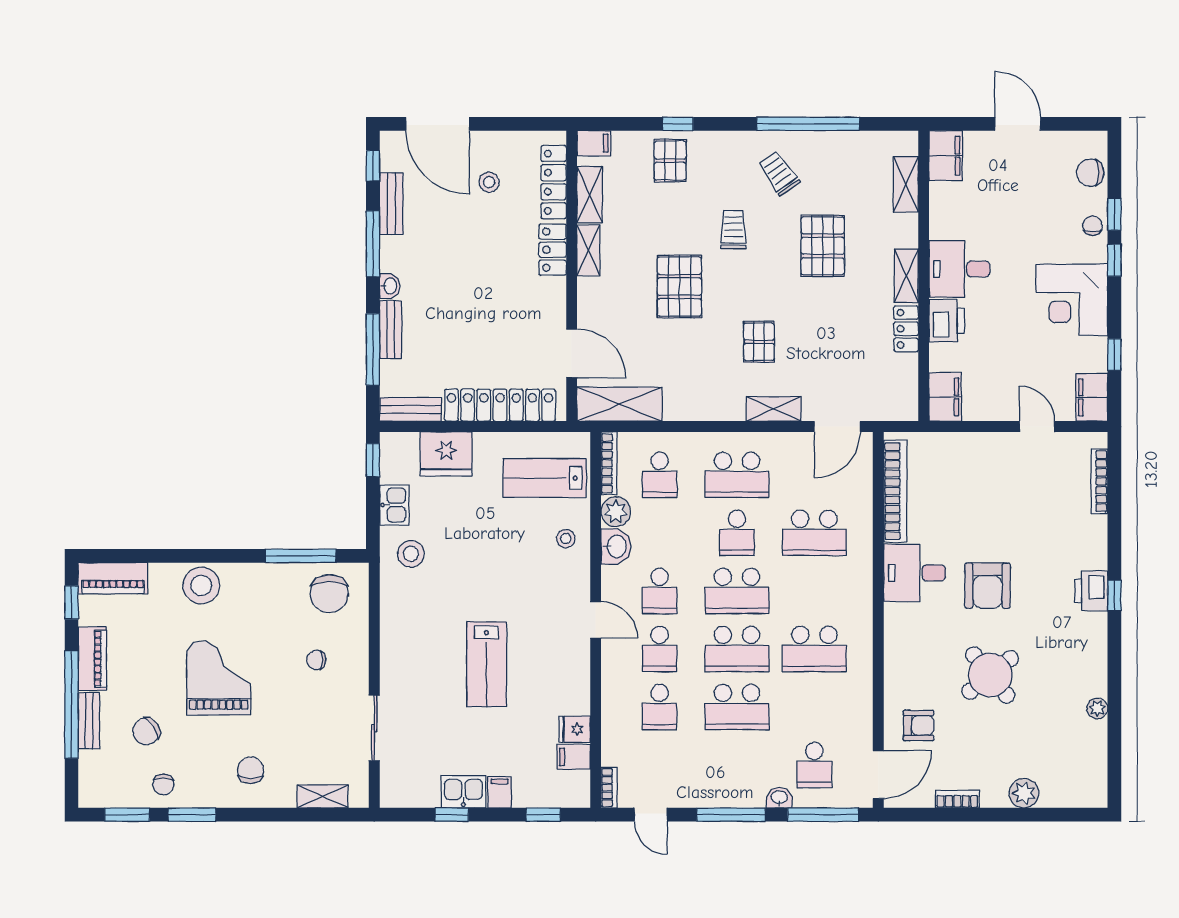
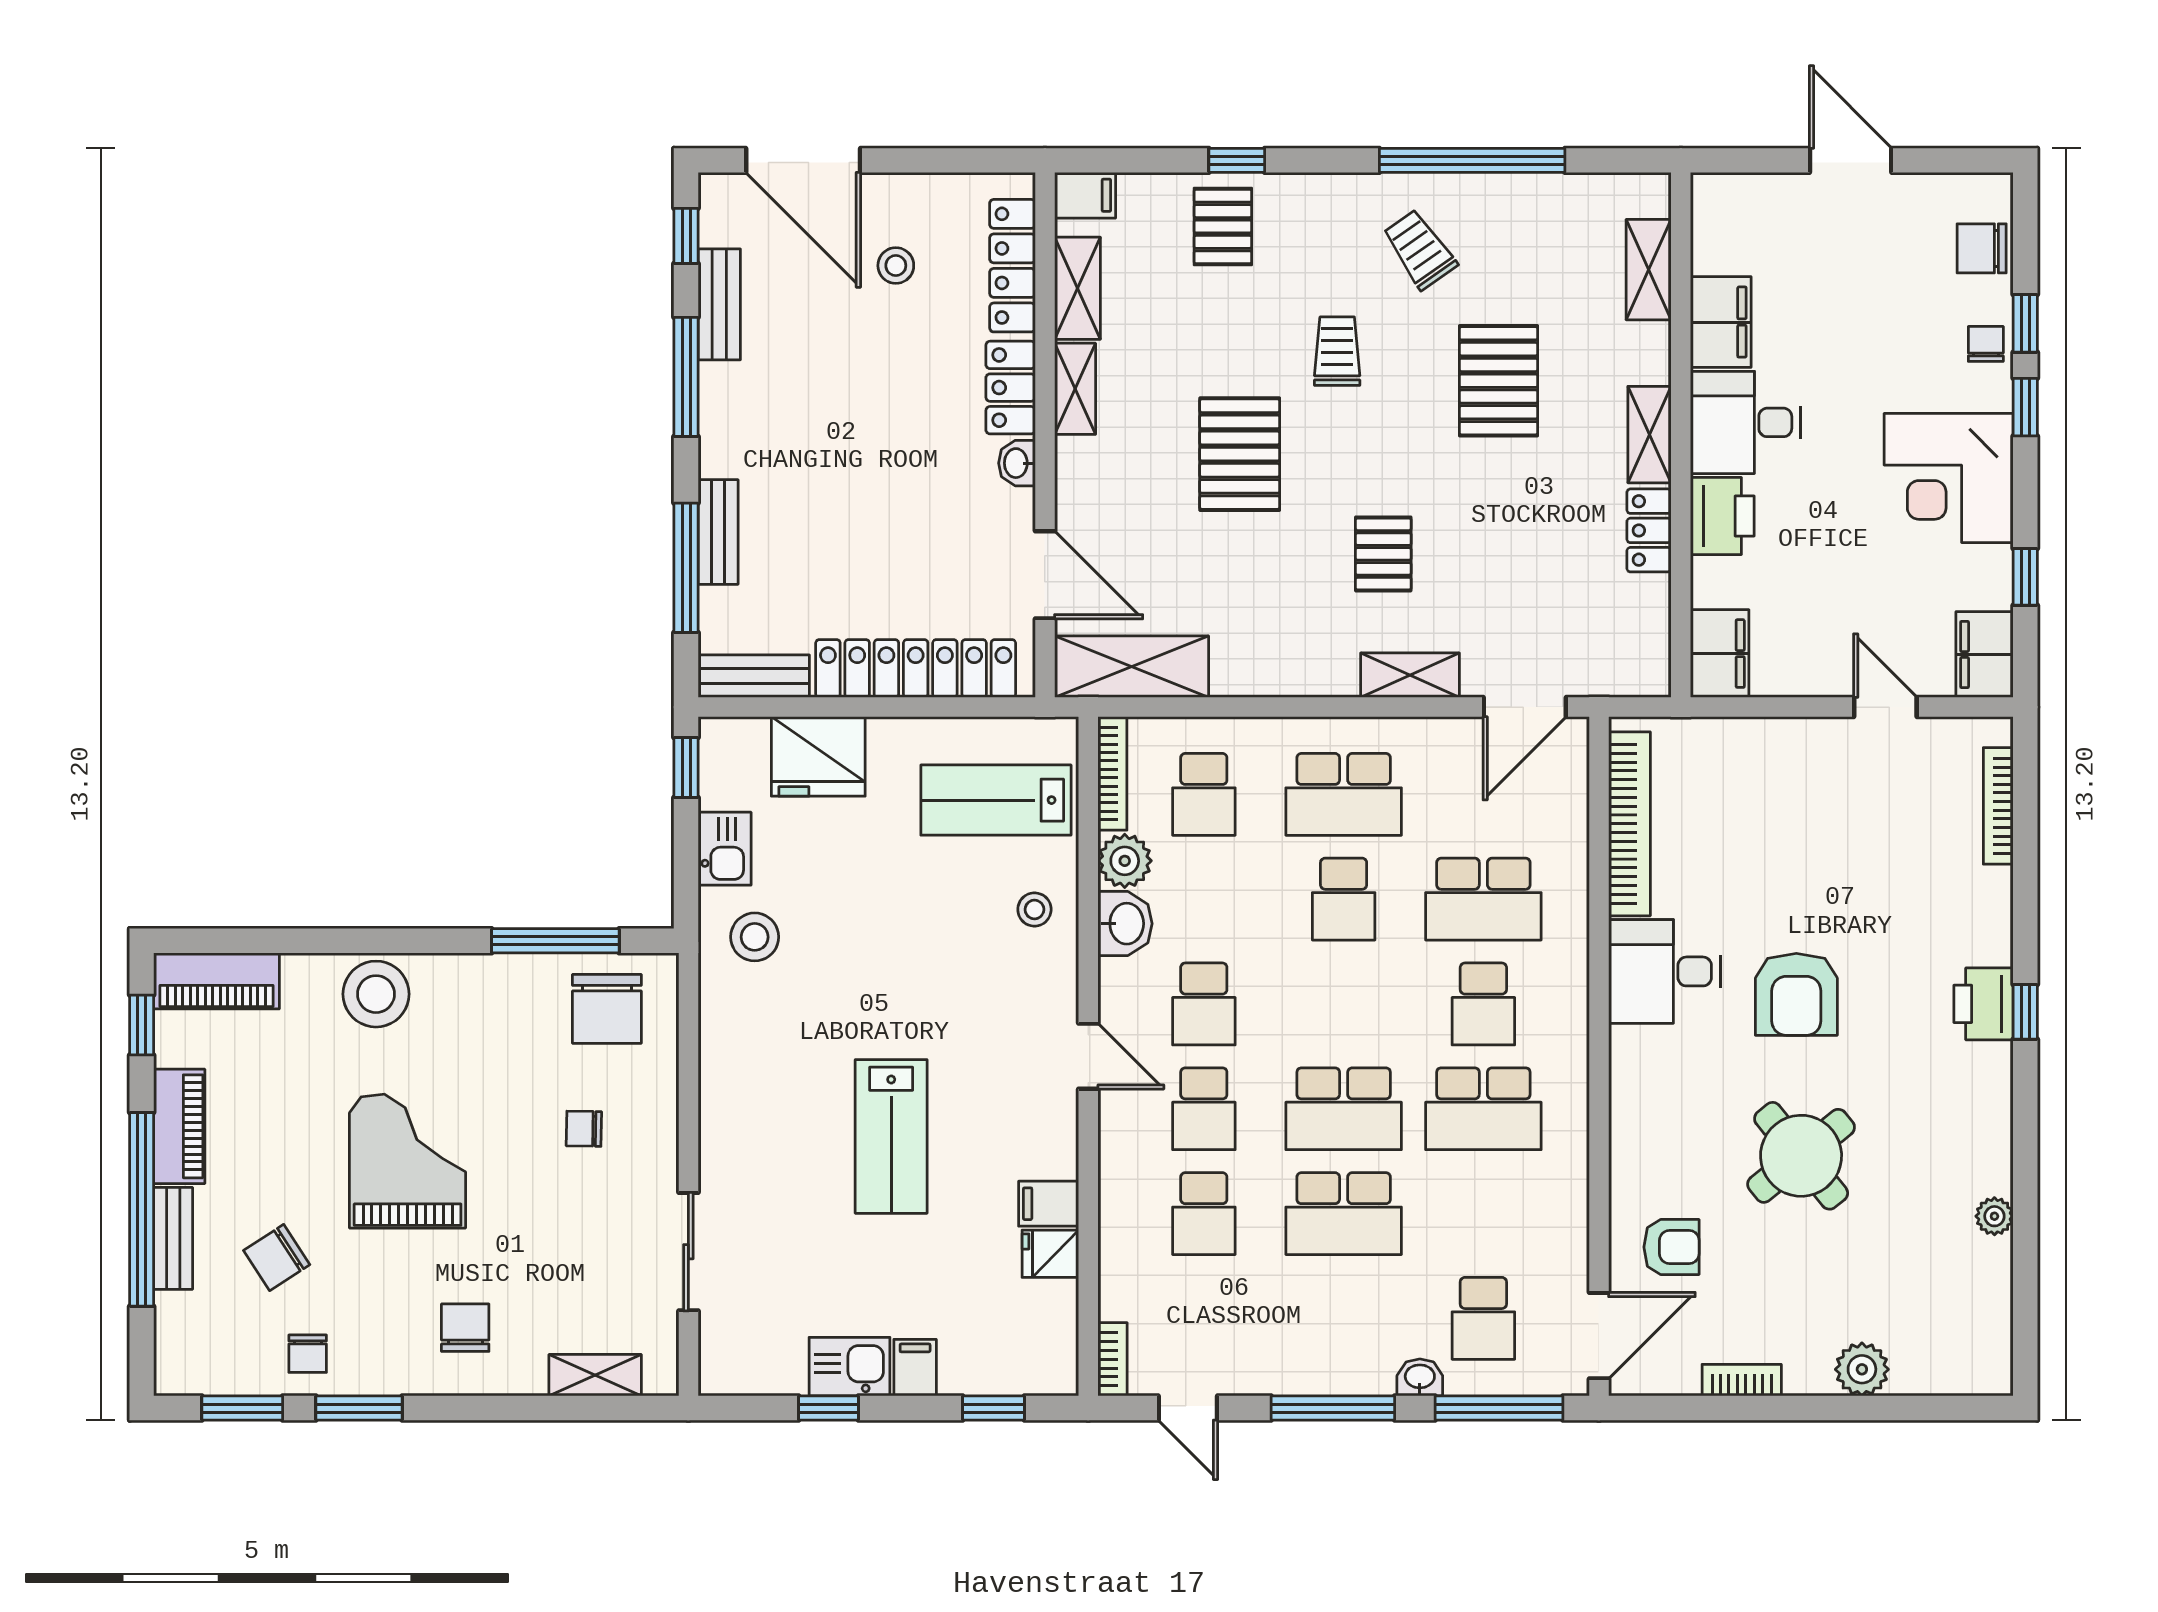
filing cabinet: (946, 156) -> (1721, 322), moved
washbasin: (390, 286) -> (1017, 463), moved, turned 180
school desk: (737, 591) -> (1483, 1004), moved, width x0.54
filing cabinet: (574, 757) -> (1049, 1204), moved

